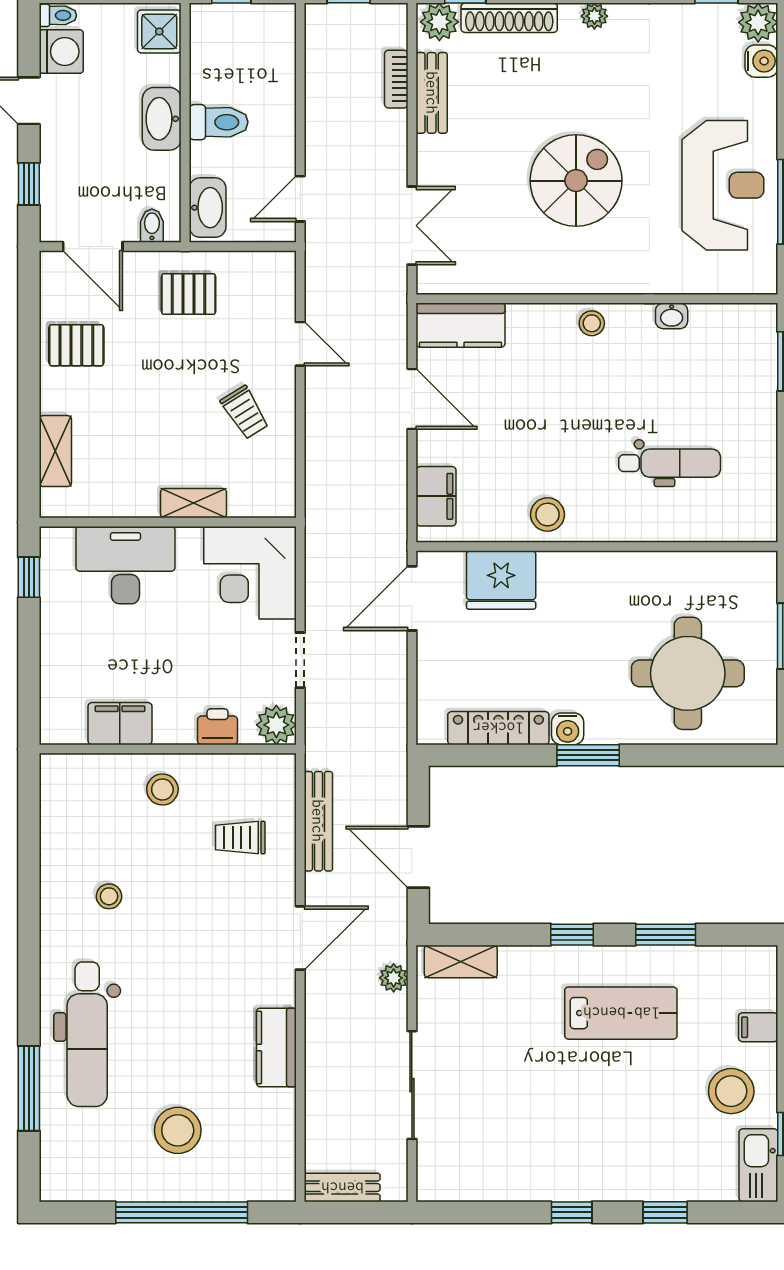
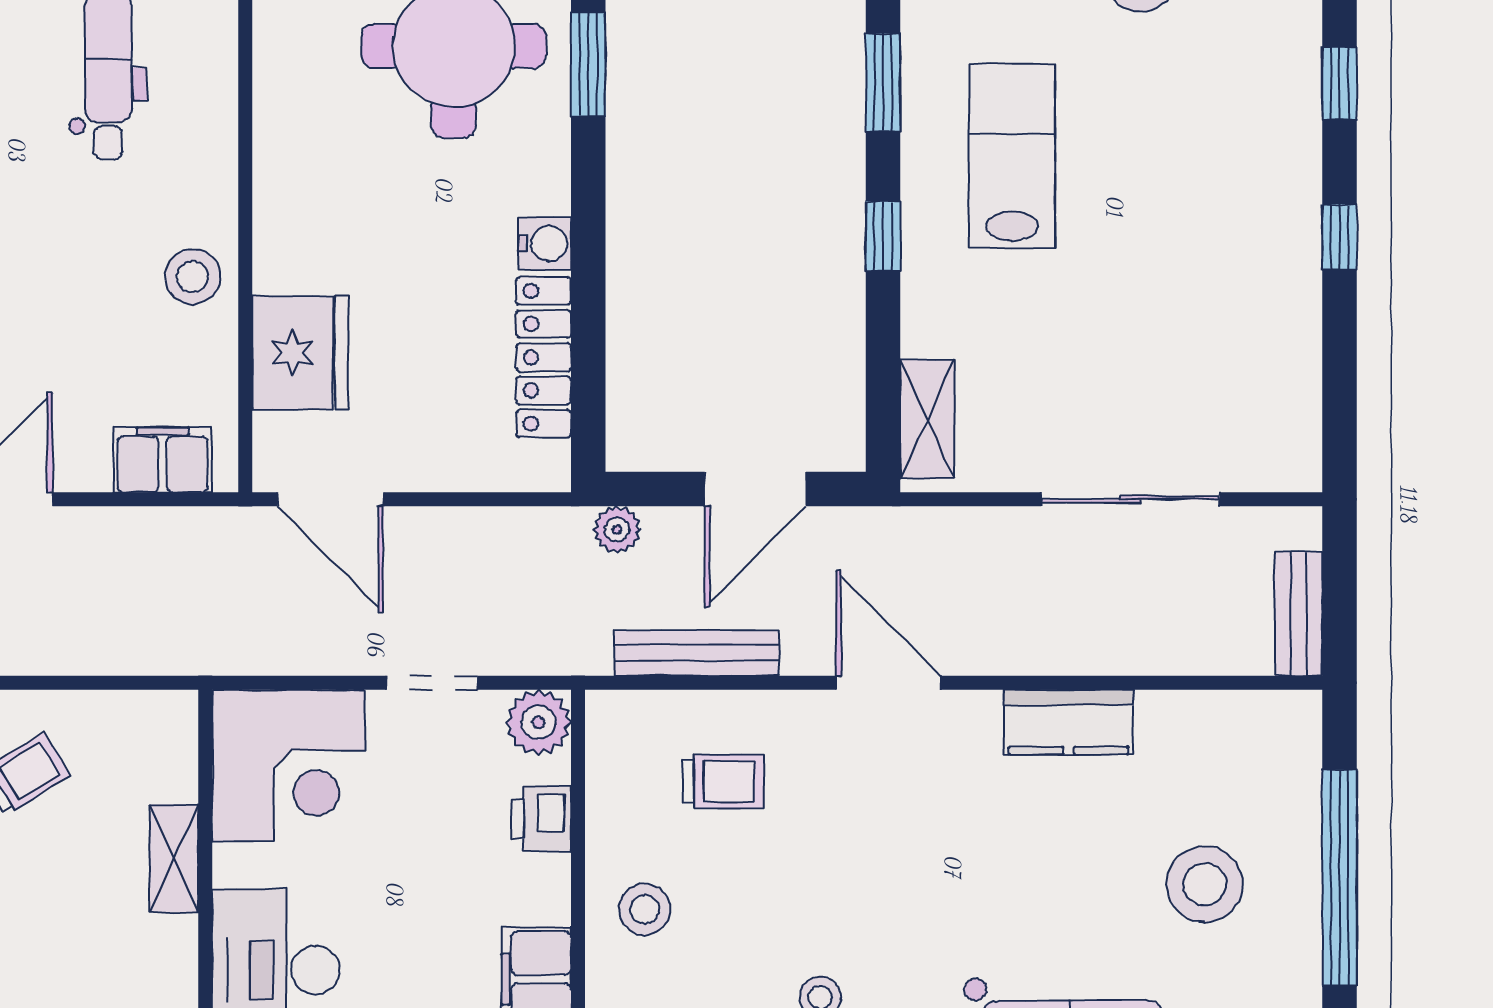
window: (588, 755) -> (588, 65), moved
trolley: (240, 838) -> (723, 781), turned -90
plant: (394, 978) -> (617, 530), moved

